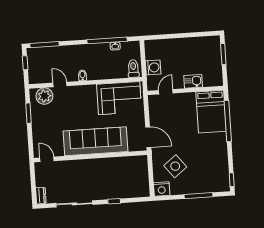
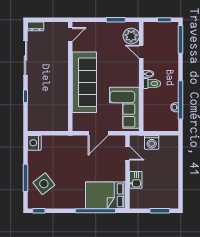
toilet: (133, 68) -> (152, 84), moved
door: (60, 84) -> (141, 52), swing flipped
door: (148, 137) -> (98, 133), moved
side table: (175, 166) -> (44, 184), moved

